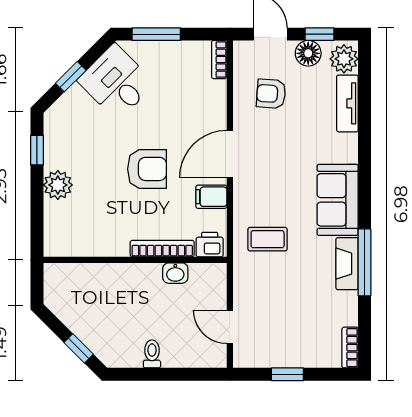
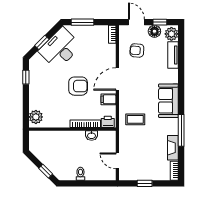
desk: (116, 82) -> (60, 48), width x1.37
plant: (58, 185) -> (36, 117), moved
fireplace: (347, 264) -> (173, 148), moved

